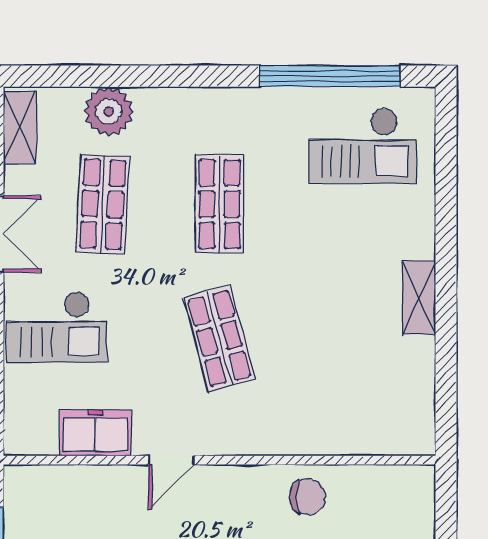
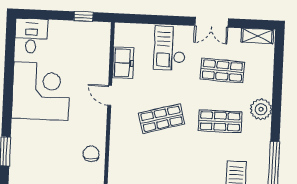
plant: (109, 111) -> (261, 109), moved
chair: (308, 497) -> (91, 154), turned 180

